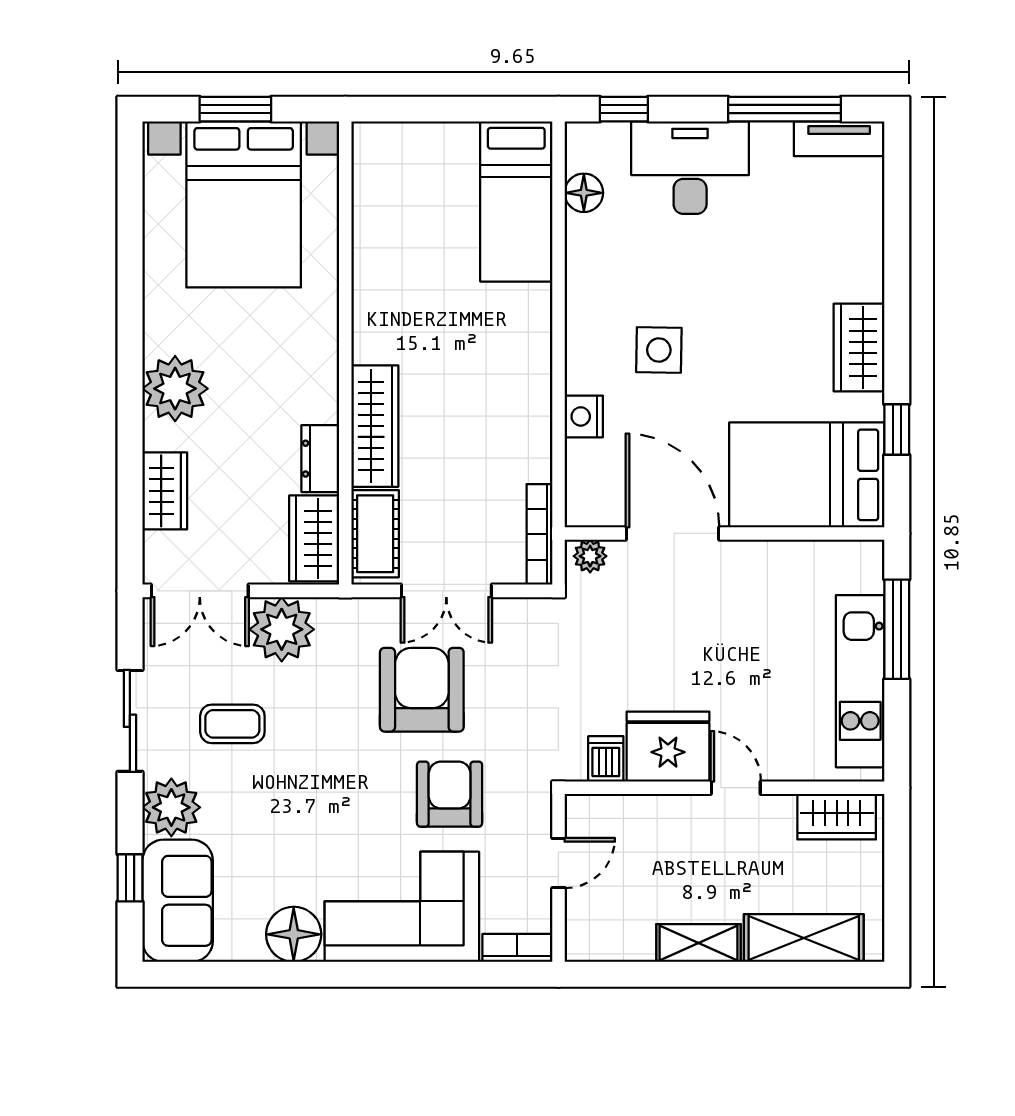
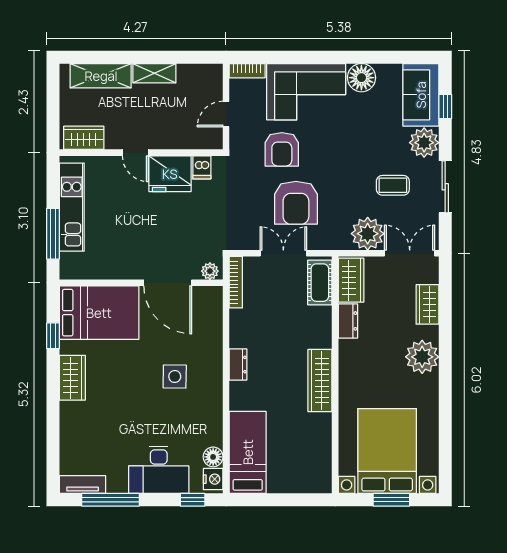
dresser: (535, 373) -> (238, 365), added
nightstand: (584, 416) -> (213, 479), moved
wardrobe: (375, 426) -> (320, 380), moved

